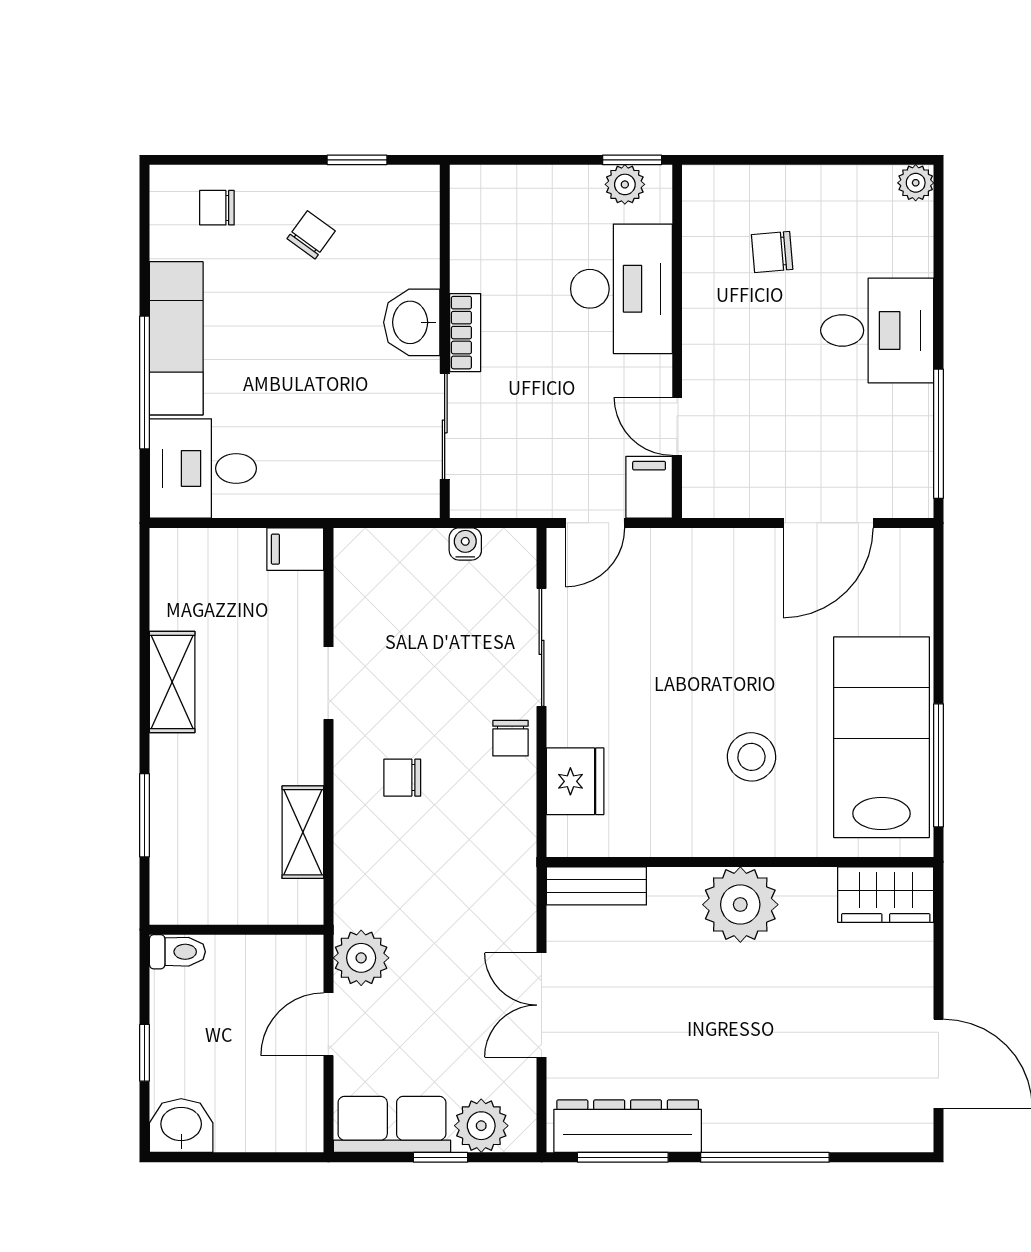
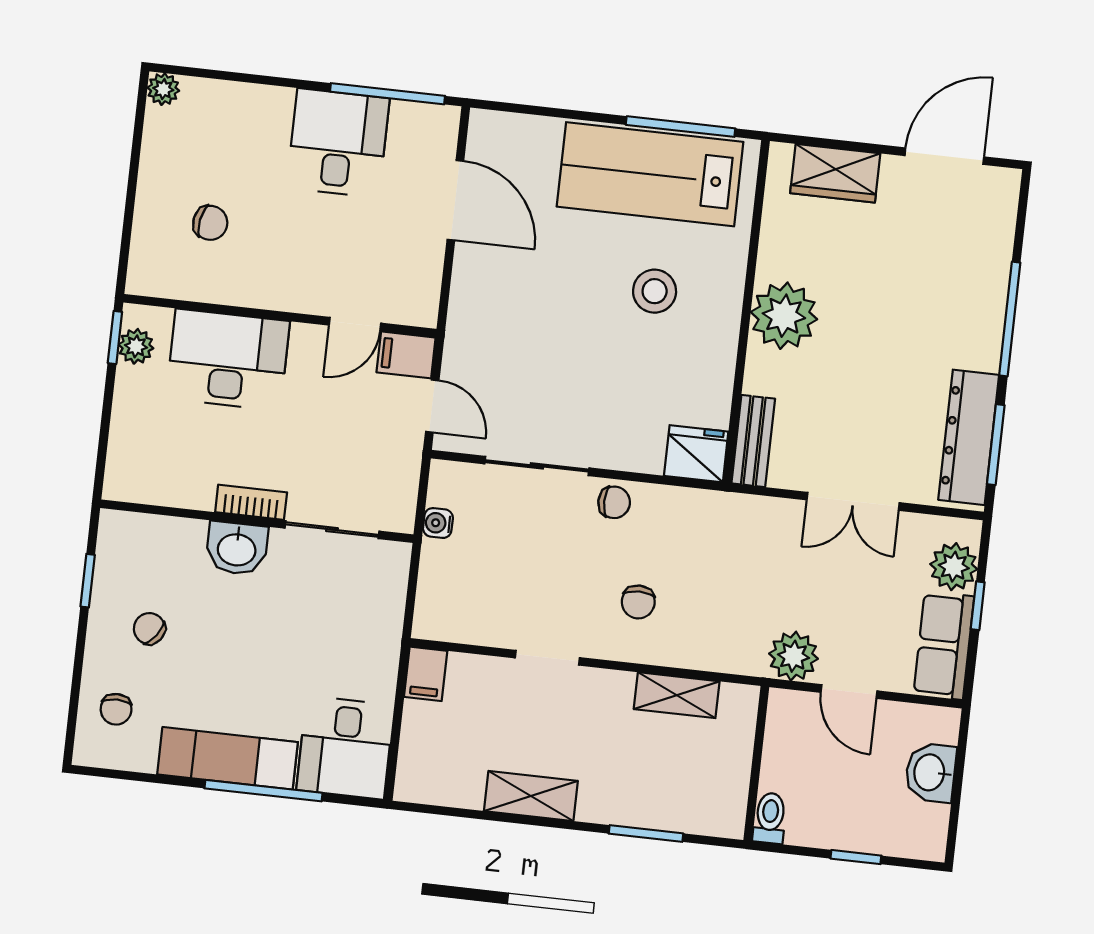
chair: (772, 252) -> (210, 223), turned -75
desk: (877, 330) -> (338, 143), moved
fridge: (575, 781) -> (696, 454), moved
wardrobe: (886, 895) -> (835, 173), moved, turned 90
washbasin: (181, 1126) -> (931, 773), moved

